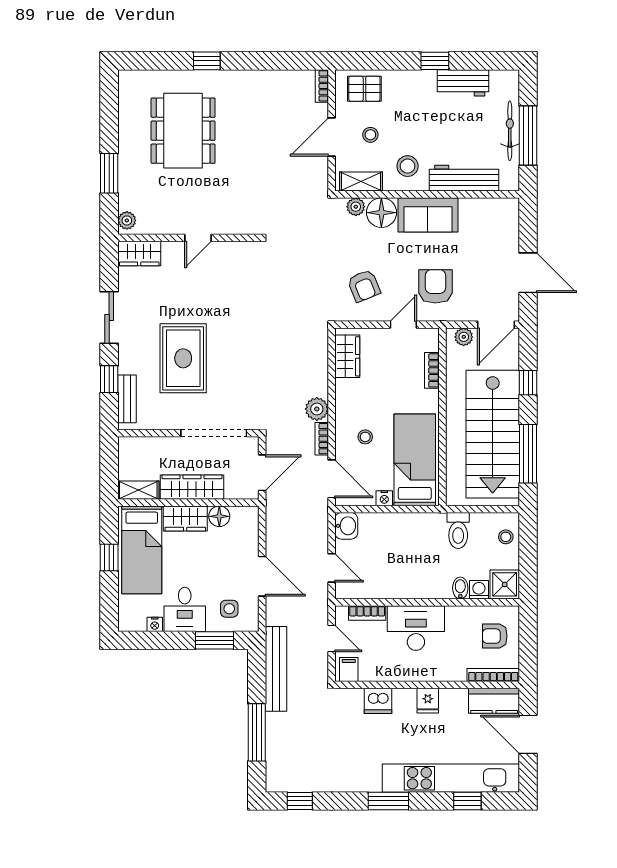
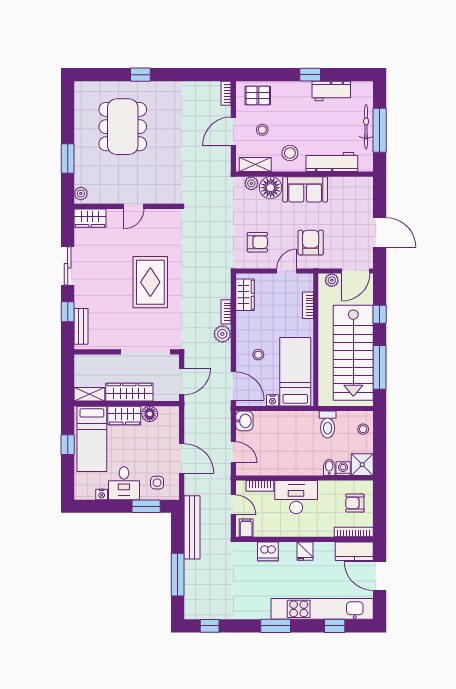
armchair: (364, 286) -> (257, 242), turned -68
rug: (183, 358) -> (150, 282), moved
bookcase: (322, 439) -> (226, 312), moved

